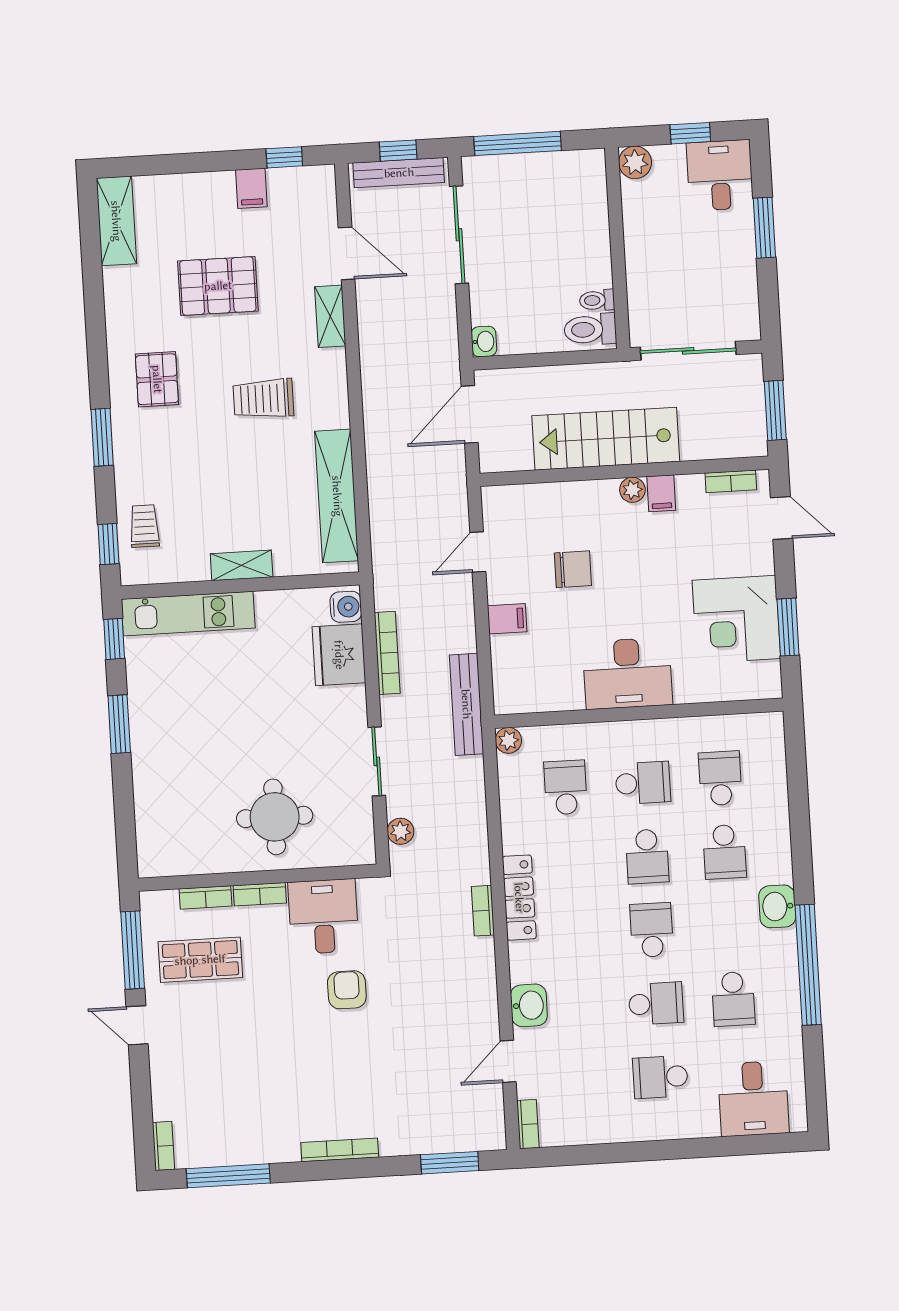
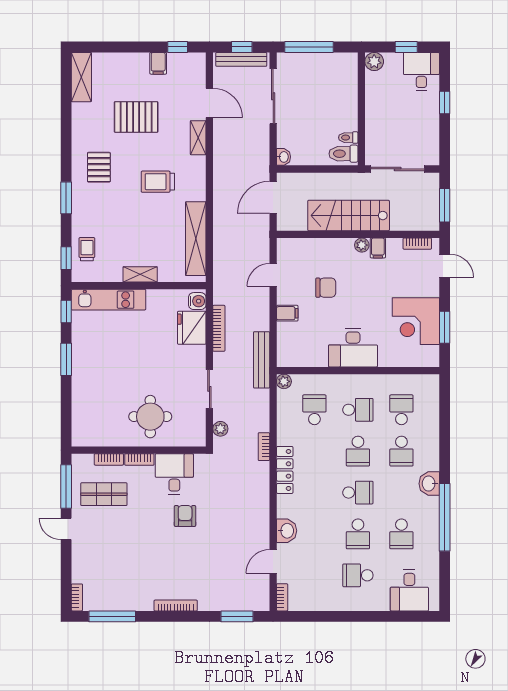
window: (764, 228) -> (445, 102), width x0.67
bookcase: (483, 911) -> (264, 447), moved
school desk: (652, 930) -> (358, 493), turned 90
school desk: (656, 1003) -> (358, 534), turned 90

